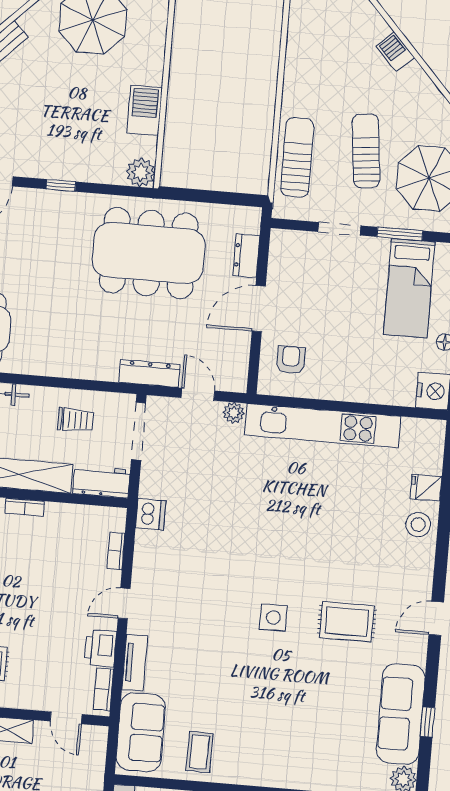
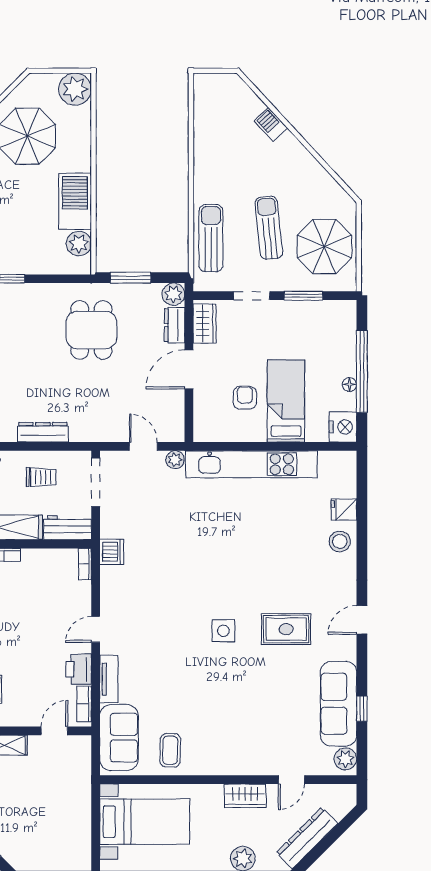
barbecue: (395, 52) -> (271, 124), moved
barbecue: (145, 110) -> (75, 201), width x1.37, depth x1.21
plant: (141, 172) -> (79, 244), moved
window: (199, 196) -> (131, 278), added
plant: (248, 219) -> (173, 294), added
dining table: (149, 253) -> (91, 330), width x0.53, depth x0.80
wardrobe: (282, 257) -> (205, 323), added
bed: (409, 288) -> (286, 401), moved, turned 180
armchair: (291, 360) -> (245, 398), moved
dresser: (149, 373) -> (43, 432), moved
bookcase: (116, 551) -> (85, 564), moved
door: (66, 718) -> (54, 731), swing flipped

